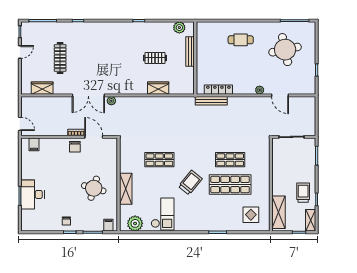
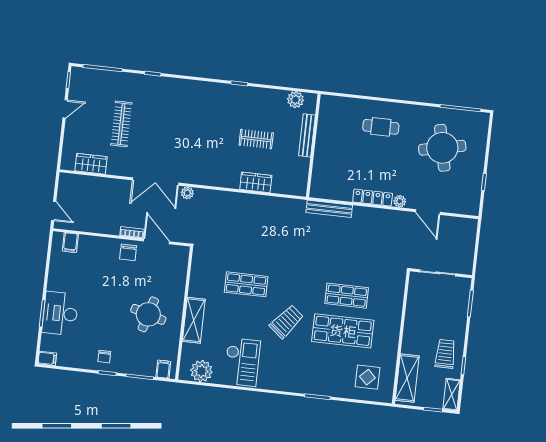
locker: (218, 90) -> (373, 198), moved
filing cabinet: (27, 227) -> (47, 358), added

